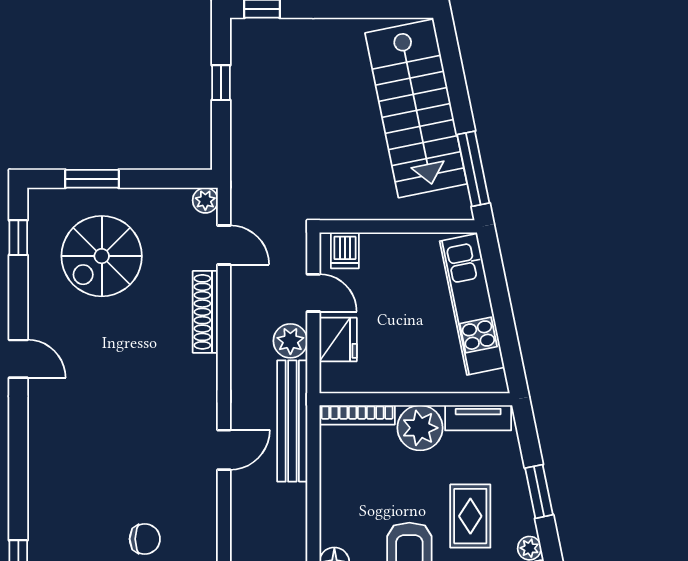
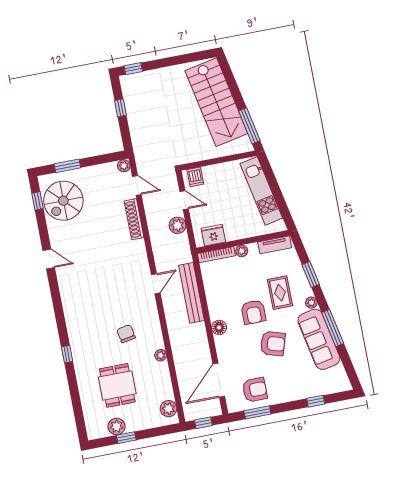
spiral stairs: (102, 256) -> (63, 201), moved
fridge: (338, 339) -> (213, 235), moved, turned -90
bench: (292, 421) -> (192, 293), moved
plant: (420, 428) -> (242, 251), width x0.53, depth x0.53
chair: (145, 539) -> (126, 334), turned -100

